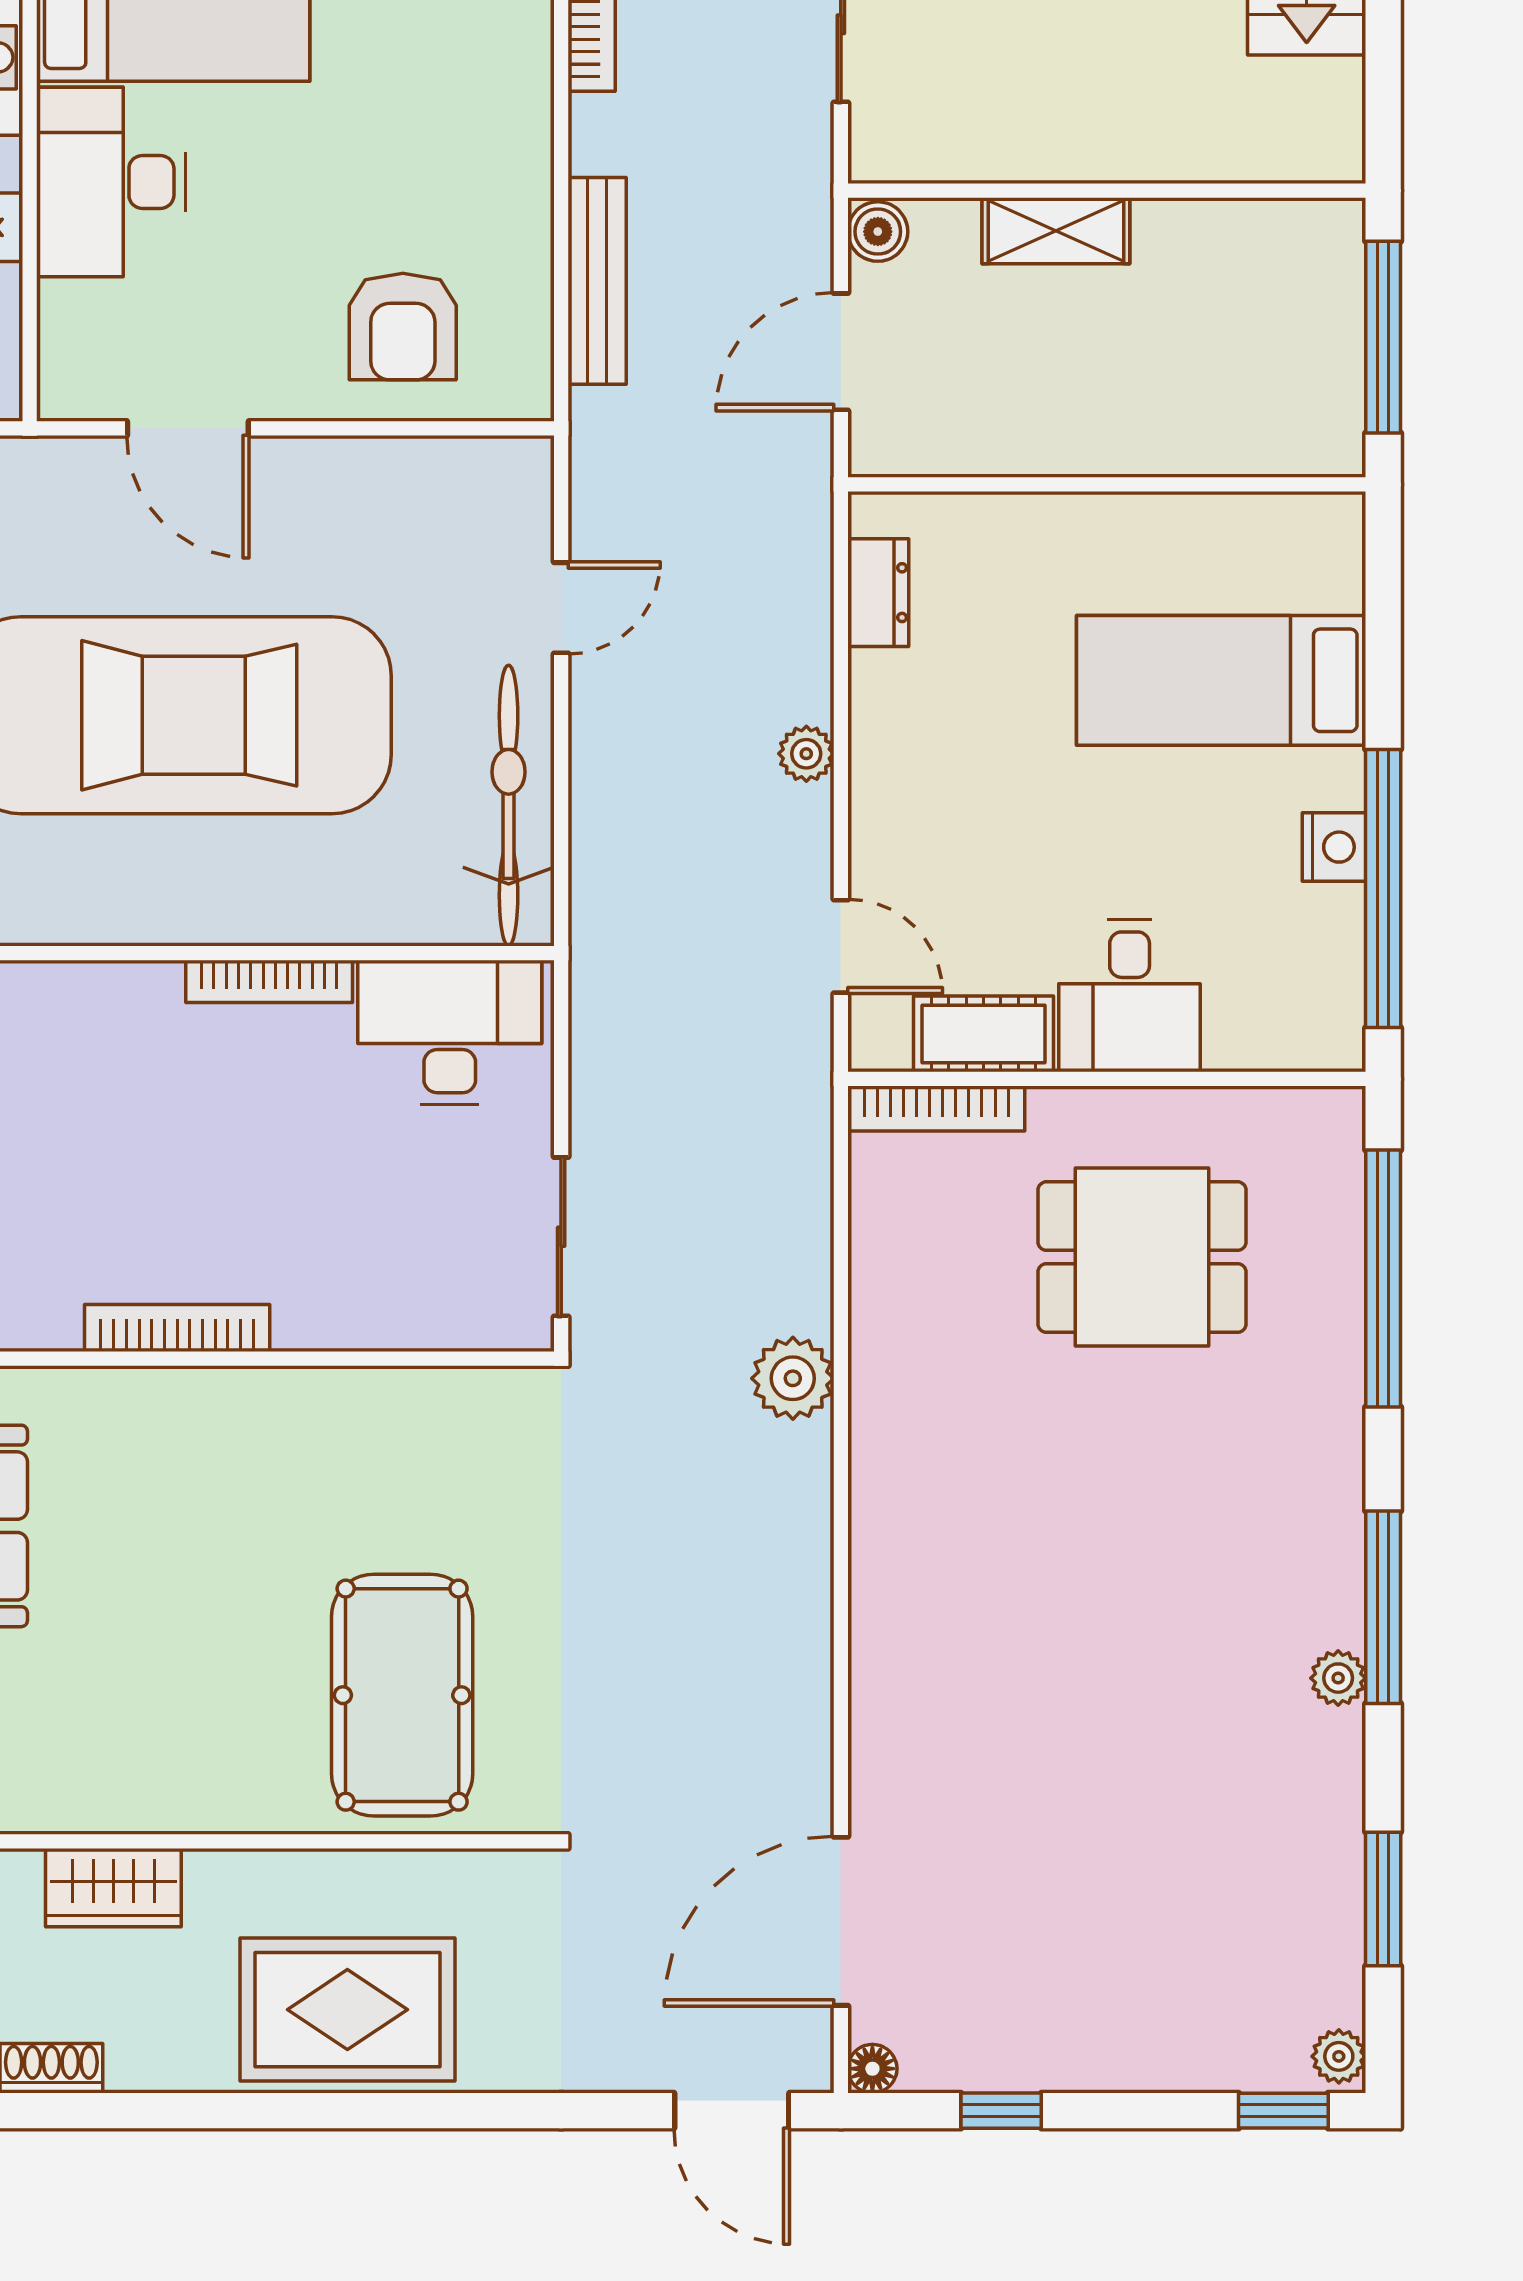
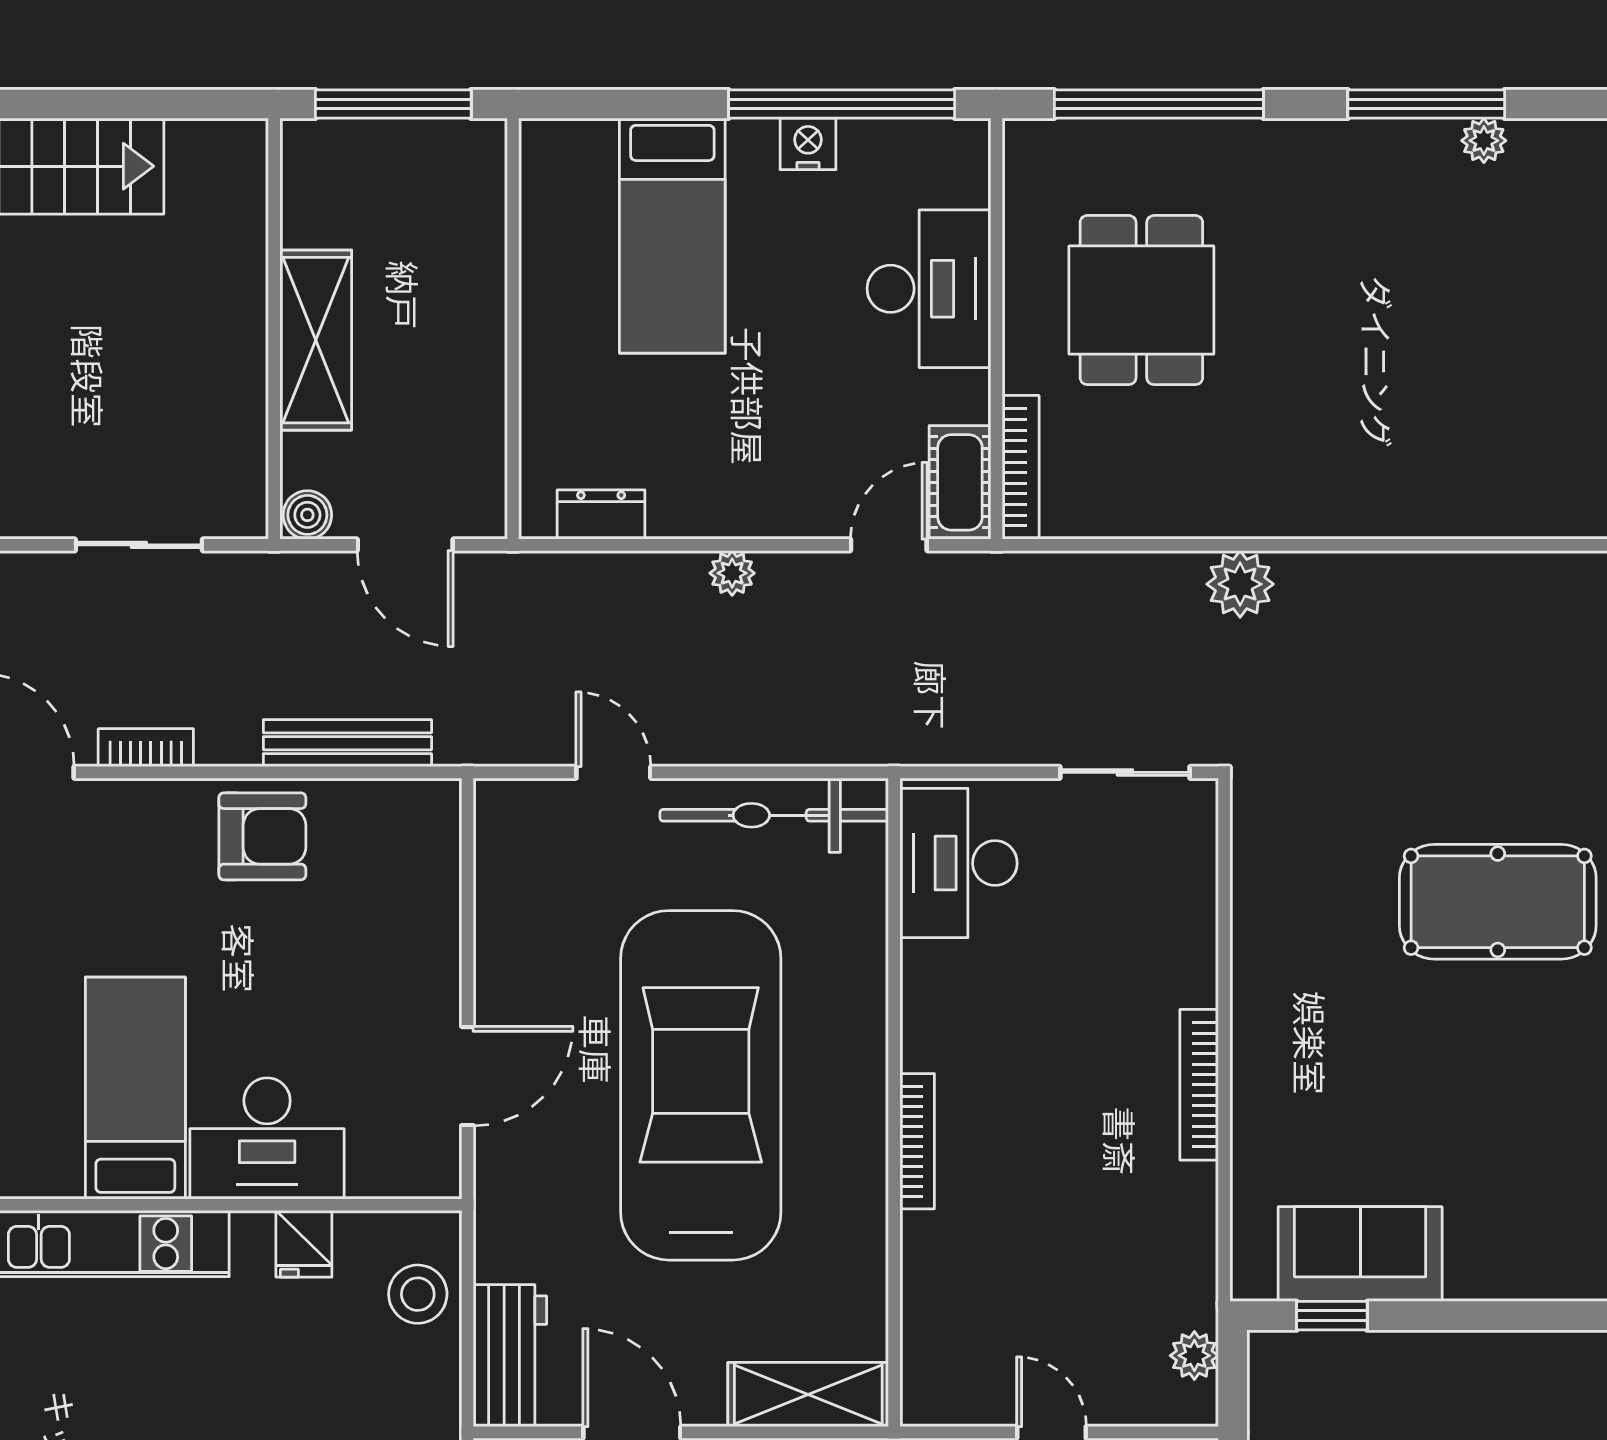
shelving: (1056, 231) -> (316, 340), width x1.50, depth x1.33
armchair: (403, 327) -> (262, 836), moved
bookcase: (269, 981) -> (917, 1141), moved
desk: (1130, 996) -> (929, 289), width x1.37
cot: (984, 1034) -> (960, 482), moved

